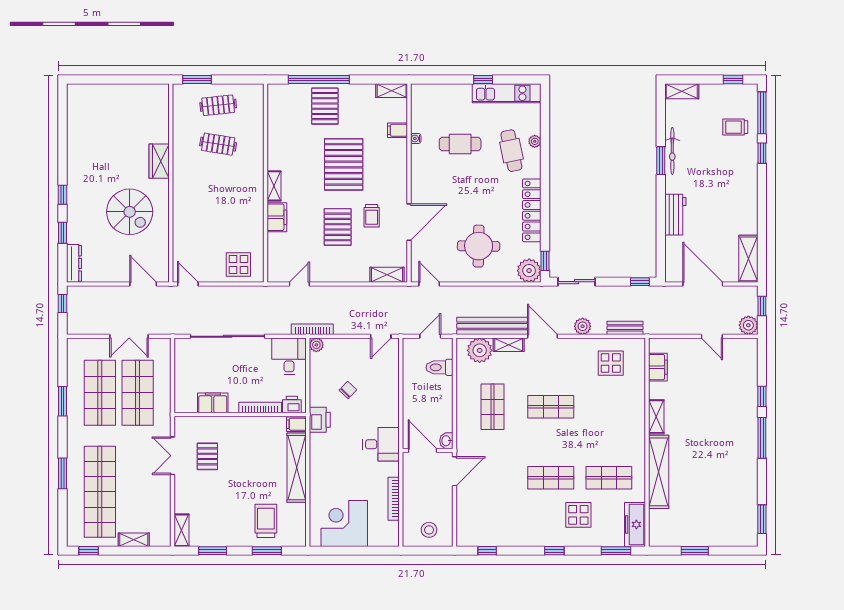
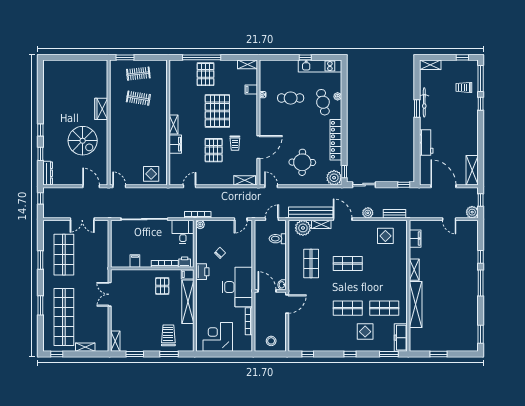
shop shelf: (138, 393) -> (88, 255), removed
filing cabinet: (213, 403) -> (135, 261), width x0.50
desk: (381, 444) -> (237, 287), width x1.87, depth x1.30
pallet: (207, 456) -> (162, 286), moved

